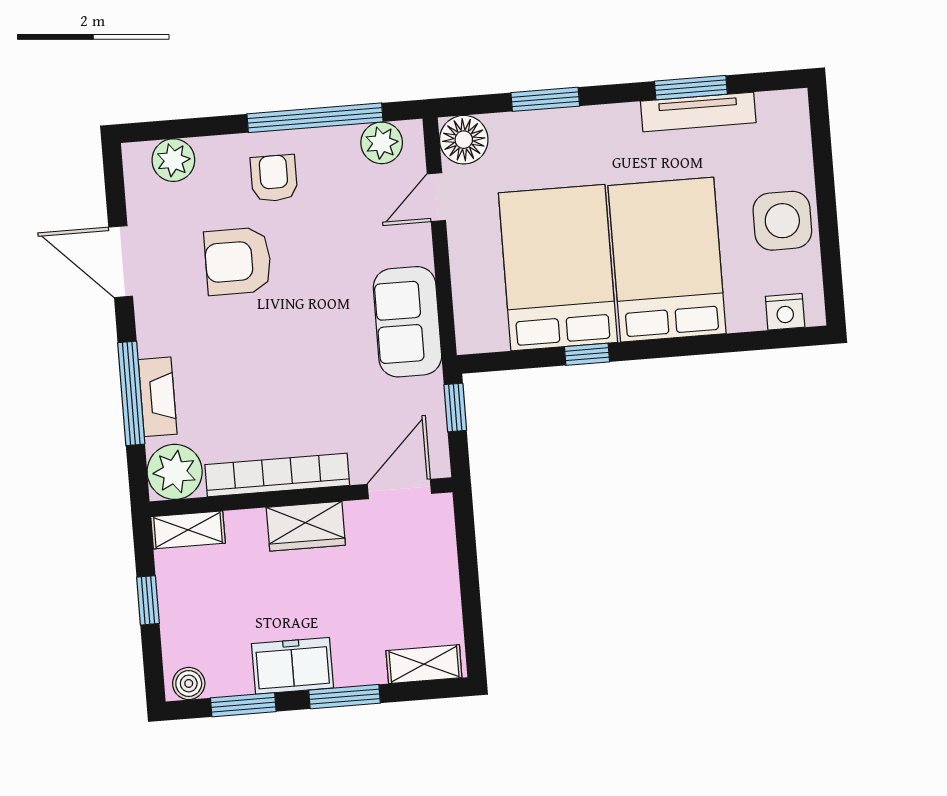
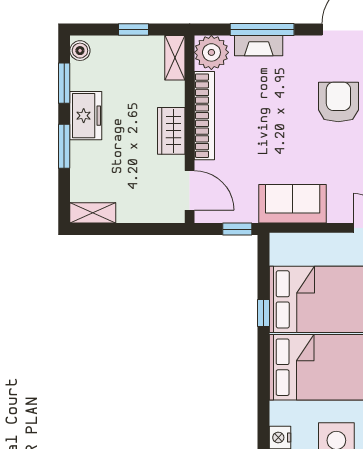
shelving: (424, 664) -> (93, 213), moved, turned 90

